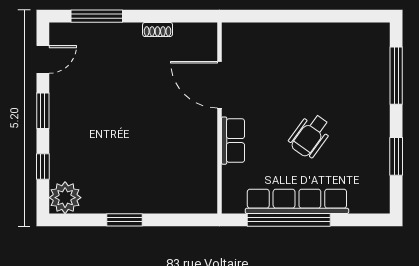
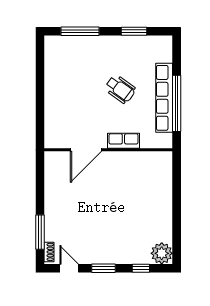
shoe rack: (158, 29) -> (49, 252), moved
window: (124, 220) -> (177, 213), removed

